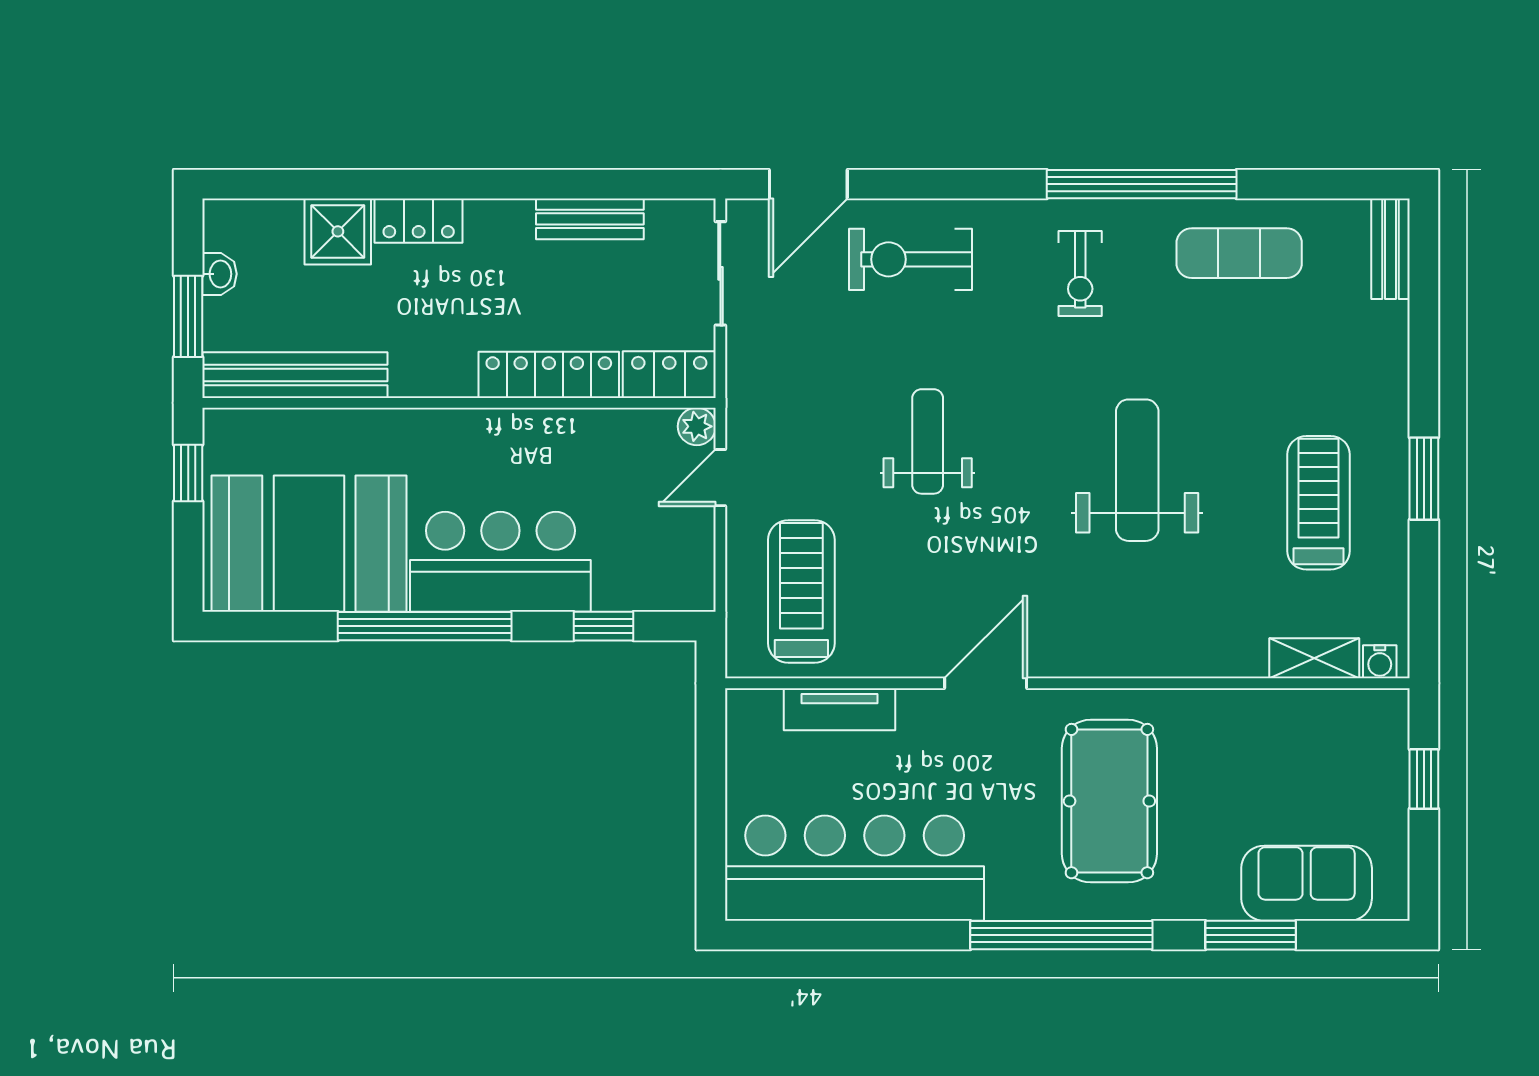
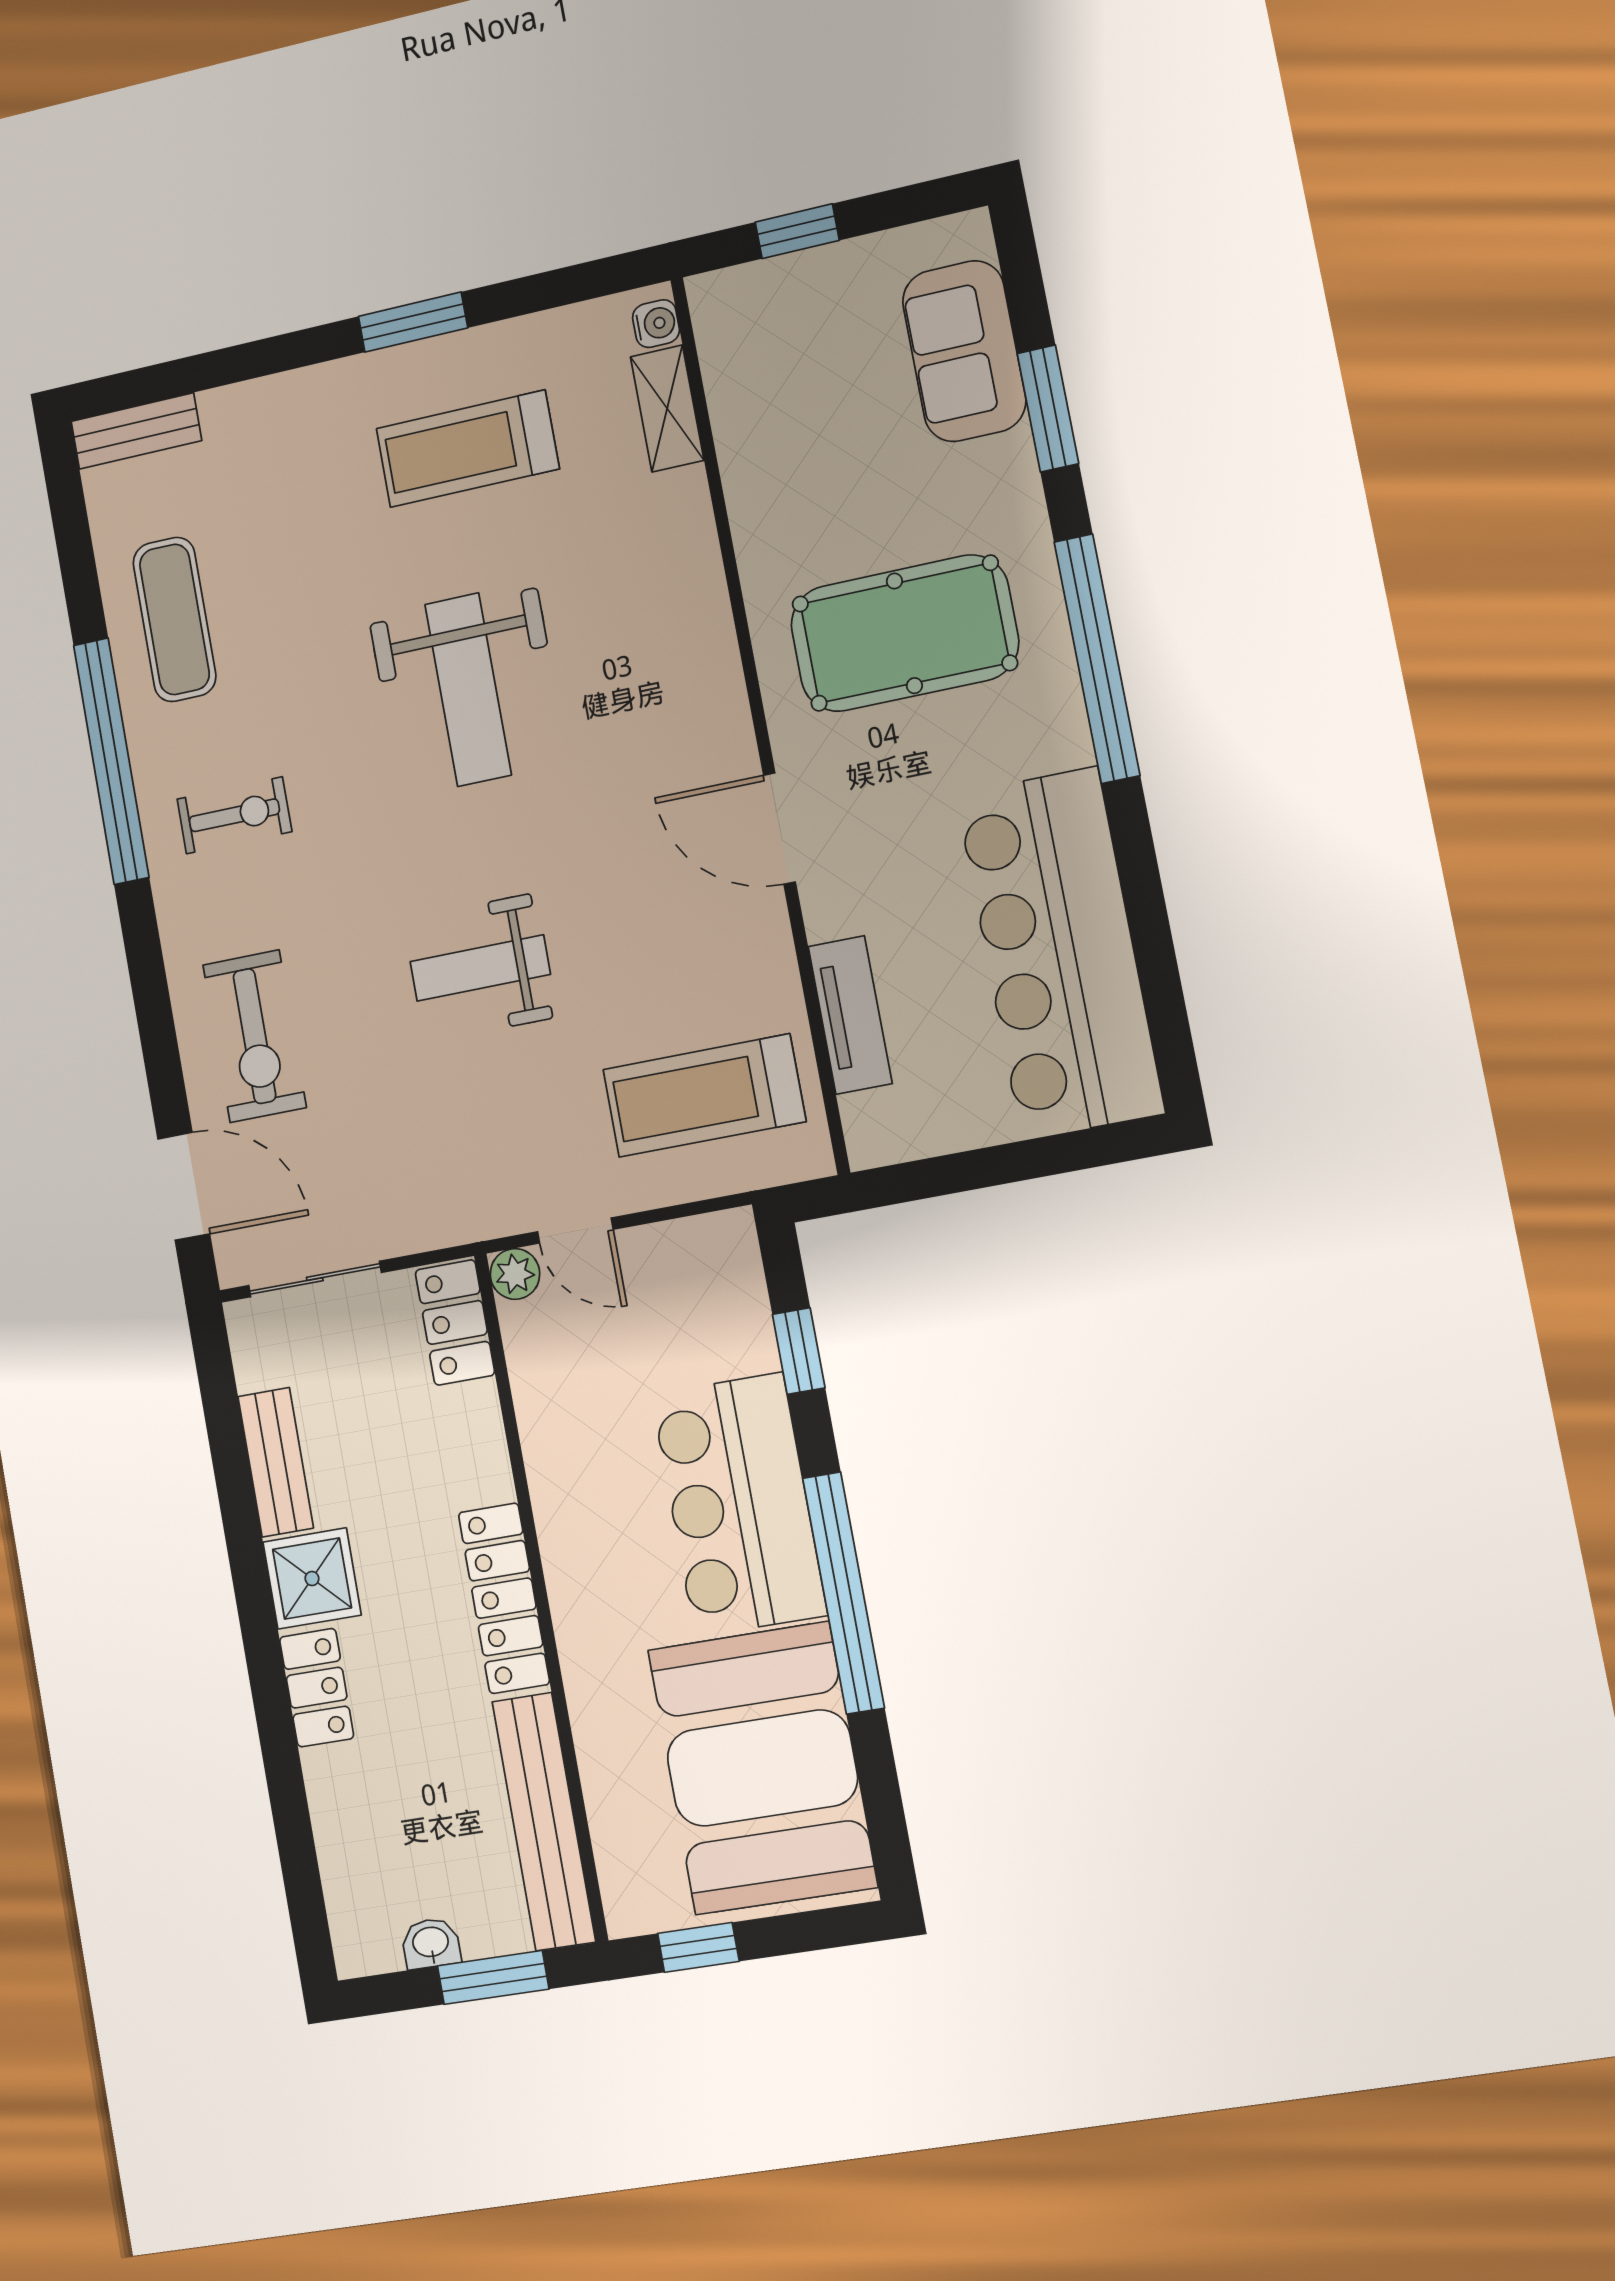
shower: (338, 231) -> (312, 1579), moved
locker: (549, 375) -> (504, 1598), moved
weight bench: (1137, 470) -> (468, 690), turned -90

